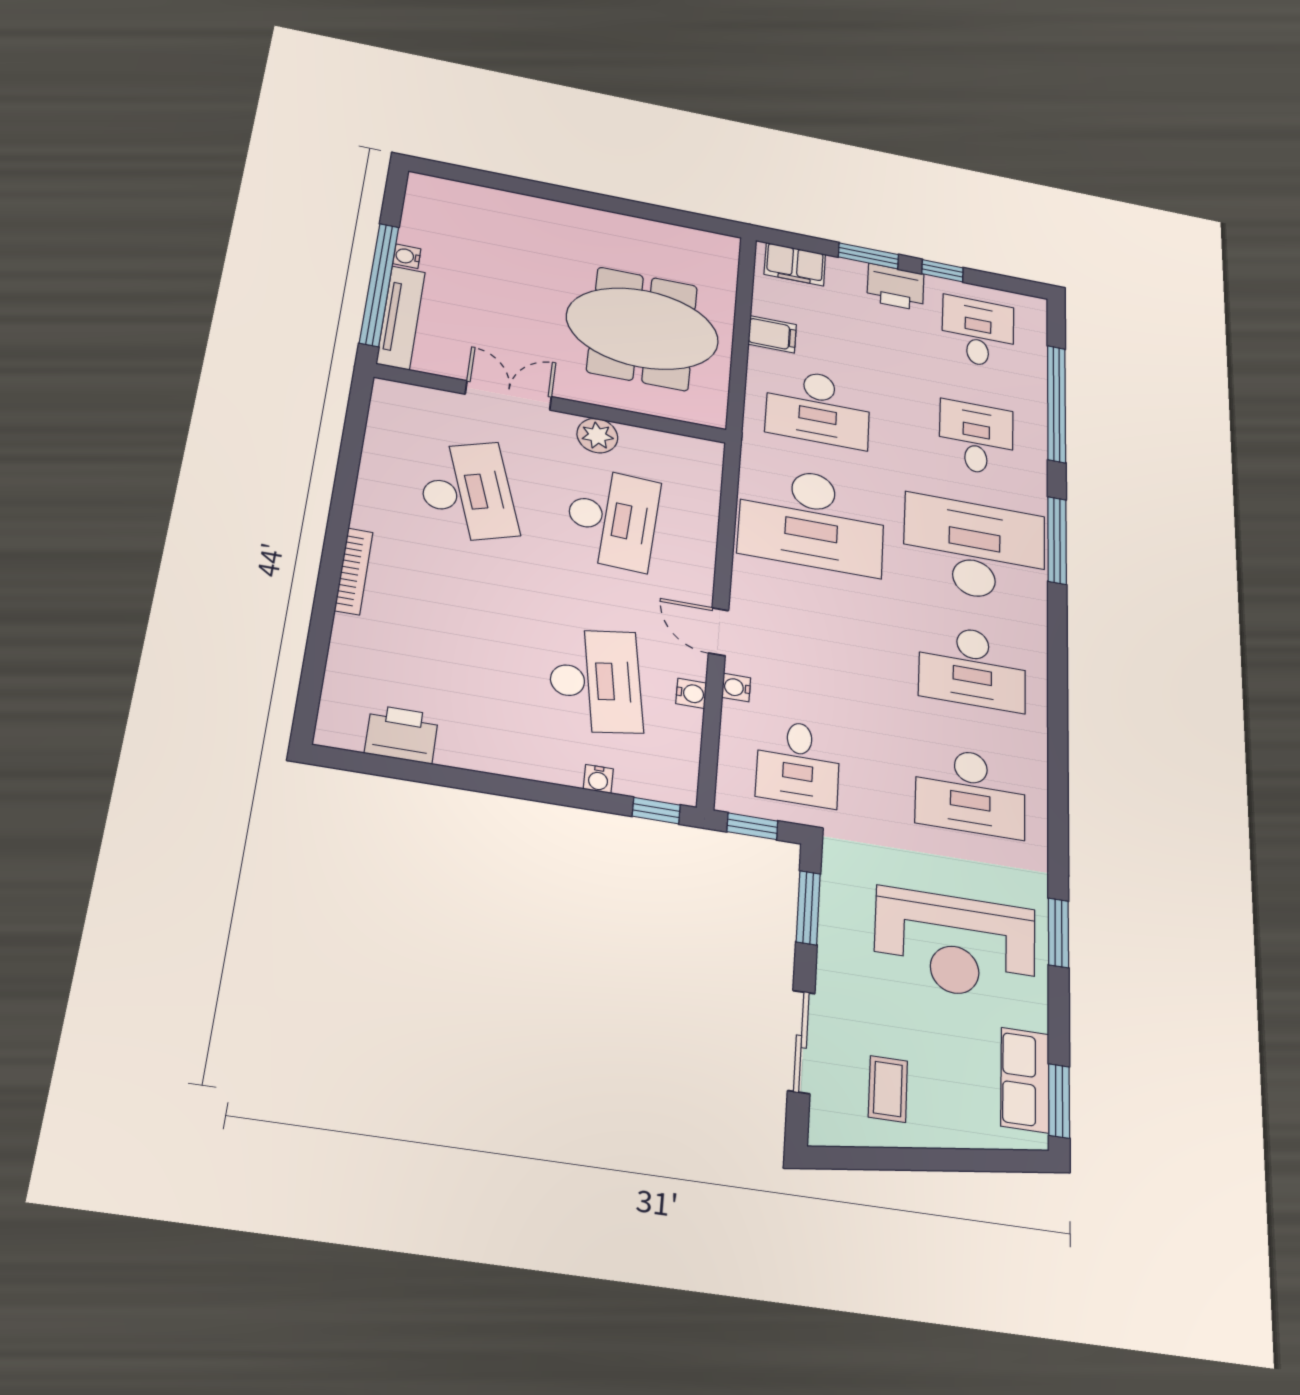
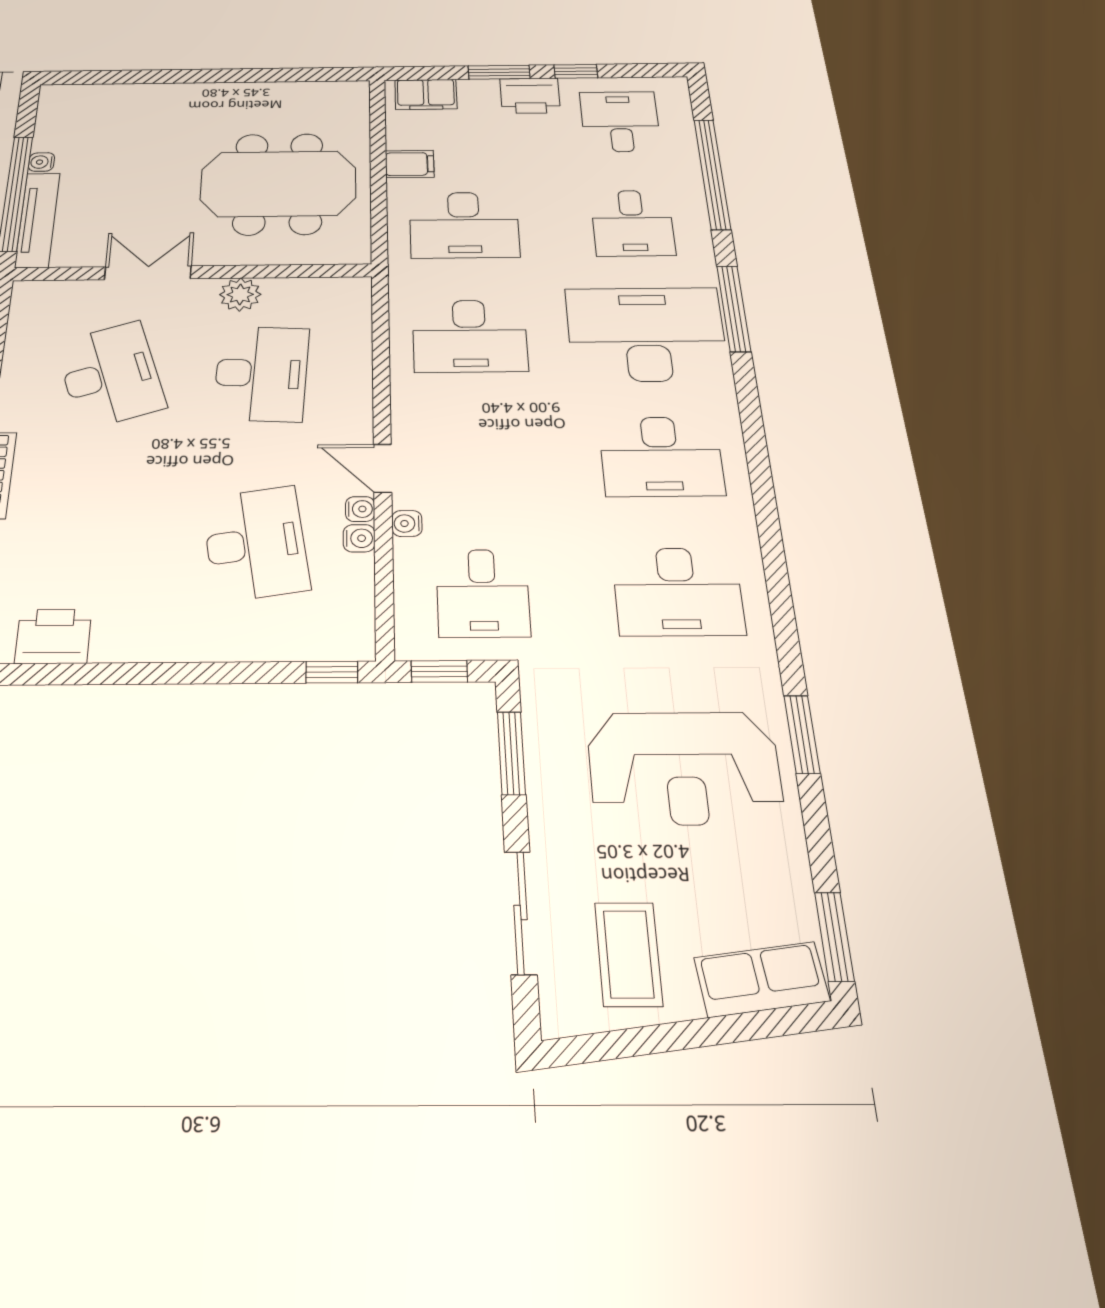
desk: (976, 438) -> (633, 223), turned 180
desk: (812, 520) -> (470, 336), width x0.73, depth x0.77
water cooler: (598, 779) -> (360, 509), moved, turned -90
row of seats: (1025, 1080) -> (762, 979), moved, turned 83
coffee table: (888, 1089) -> (629, 954), width x1.36, depth x1.30

